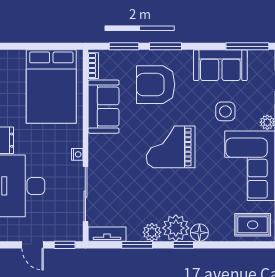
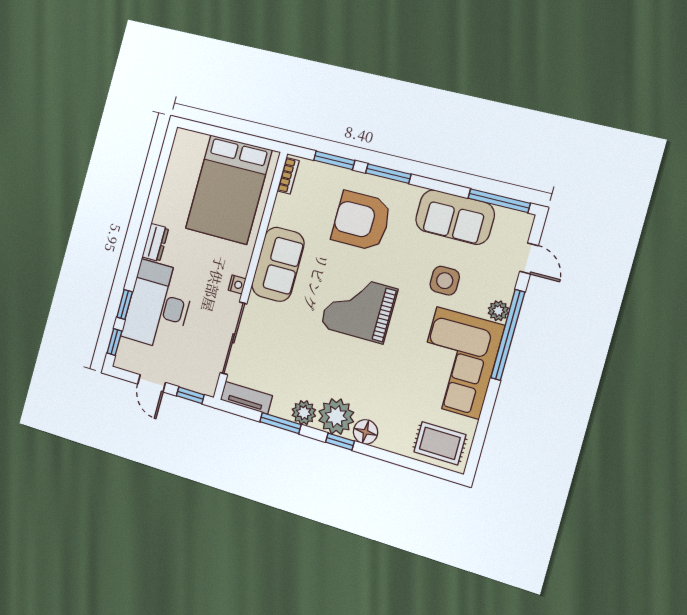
sofa: (104, 107) -> (278, 264), moved

